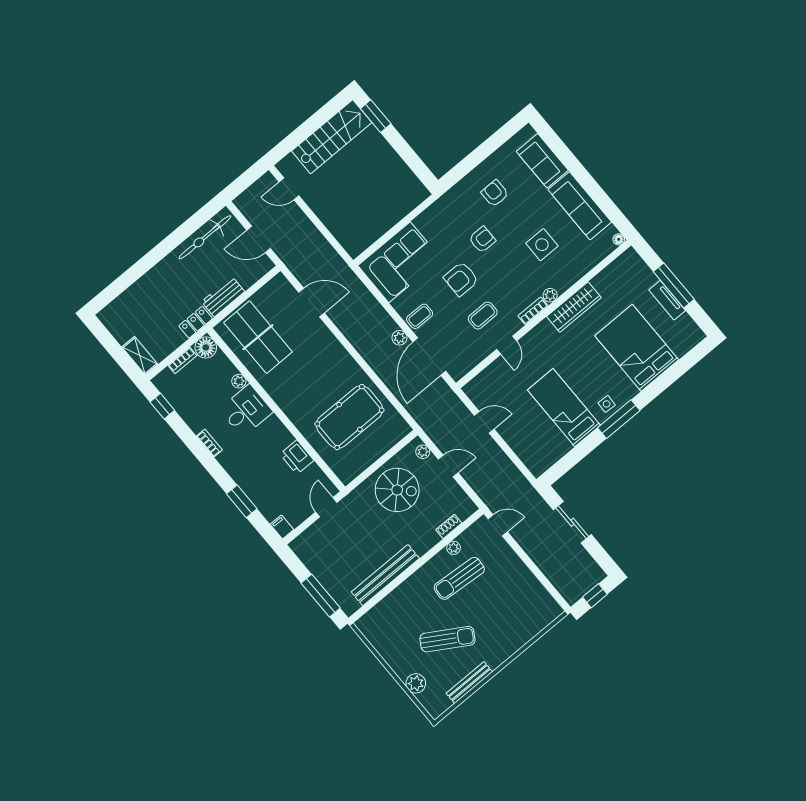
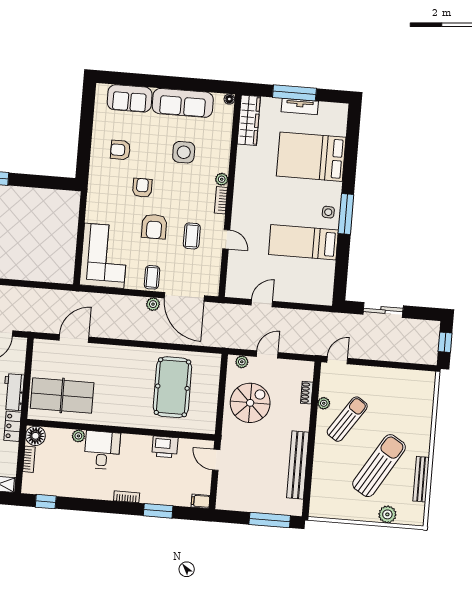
wardrobe: (574, 307) -> (249, 120), moved
bookcase: (209, 443) -> (127, 497), moved
sun lounger: (459, 578) -> (347, 419), turned -150
sun lounger: (447, 639) -> (379, 466), width x1.36, depth x1.34

